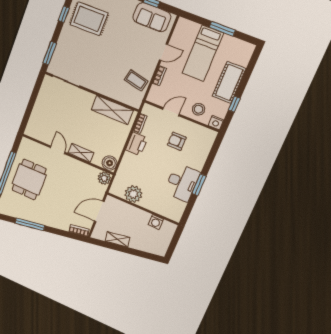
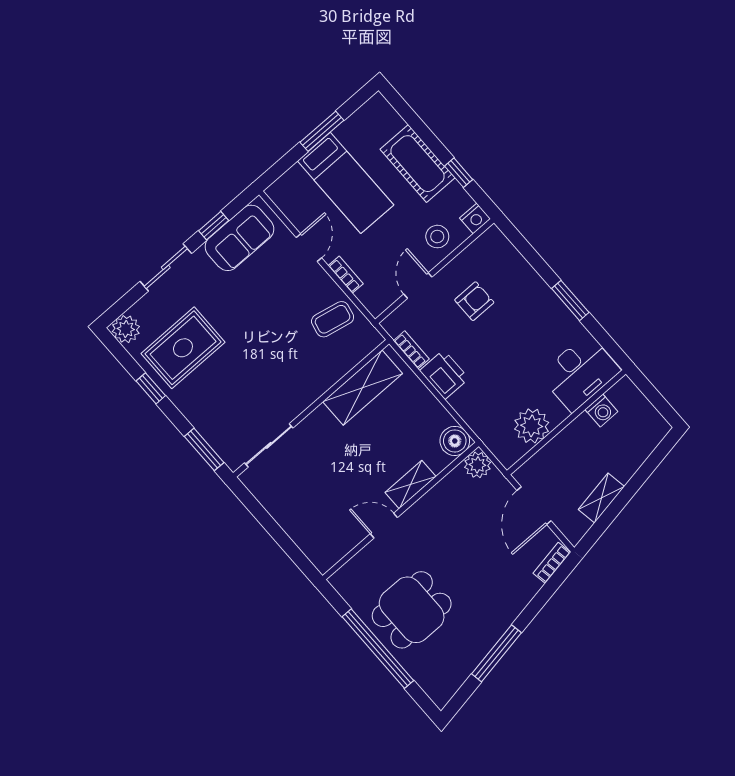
armchair: (177, 141) -> (474, 301), turned 180
dining table: (29, 179) -> (412, 610), turned 90
desk: (182, 182) -> (580, 373), moved, turned 90

